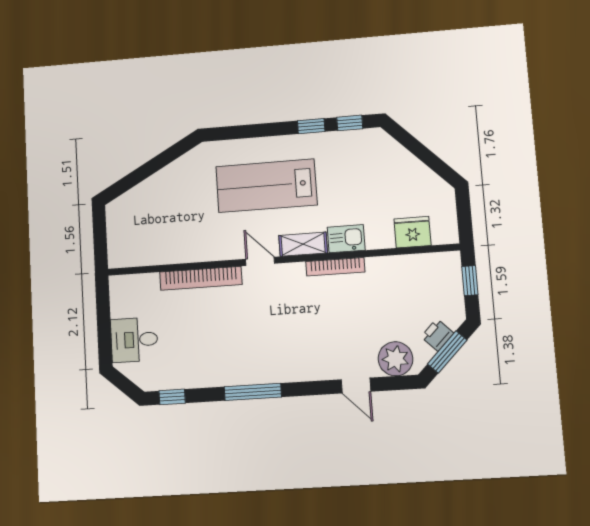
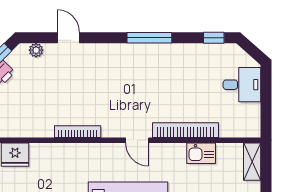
kitchen sink: (346, 239) -> (201, 153), moved
shelving: (303, 244) -> (252, 162), moved, turned 90
plant: (396, 359) -> (36, 50), width x0.53, depth x0.53

